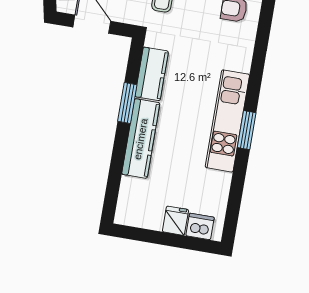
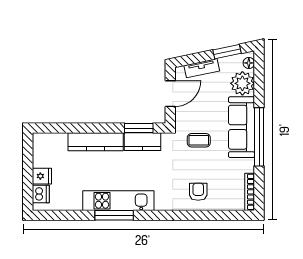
window: (127, 103) -> (139, 128), moved
window: (247, 130) -> (114, 215), width x1.44

